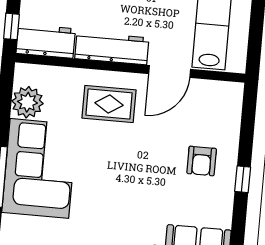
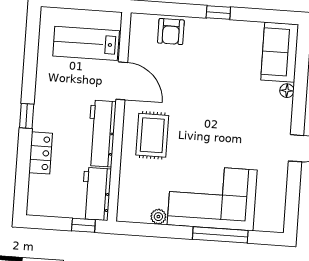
plant: (27, 102) -> (158, 217), width x0.53, depth x0.53
armchair: (202, 161) -> (171, 32), moved, turned 90

